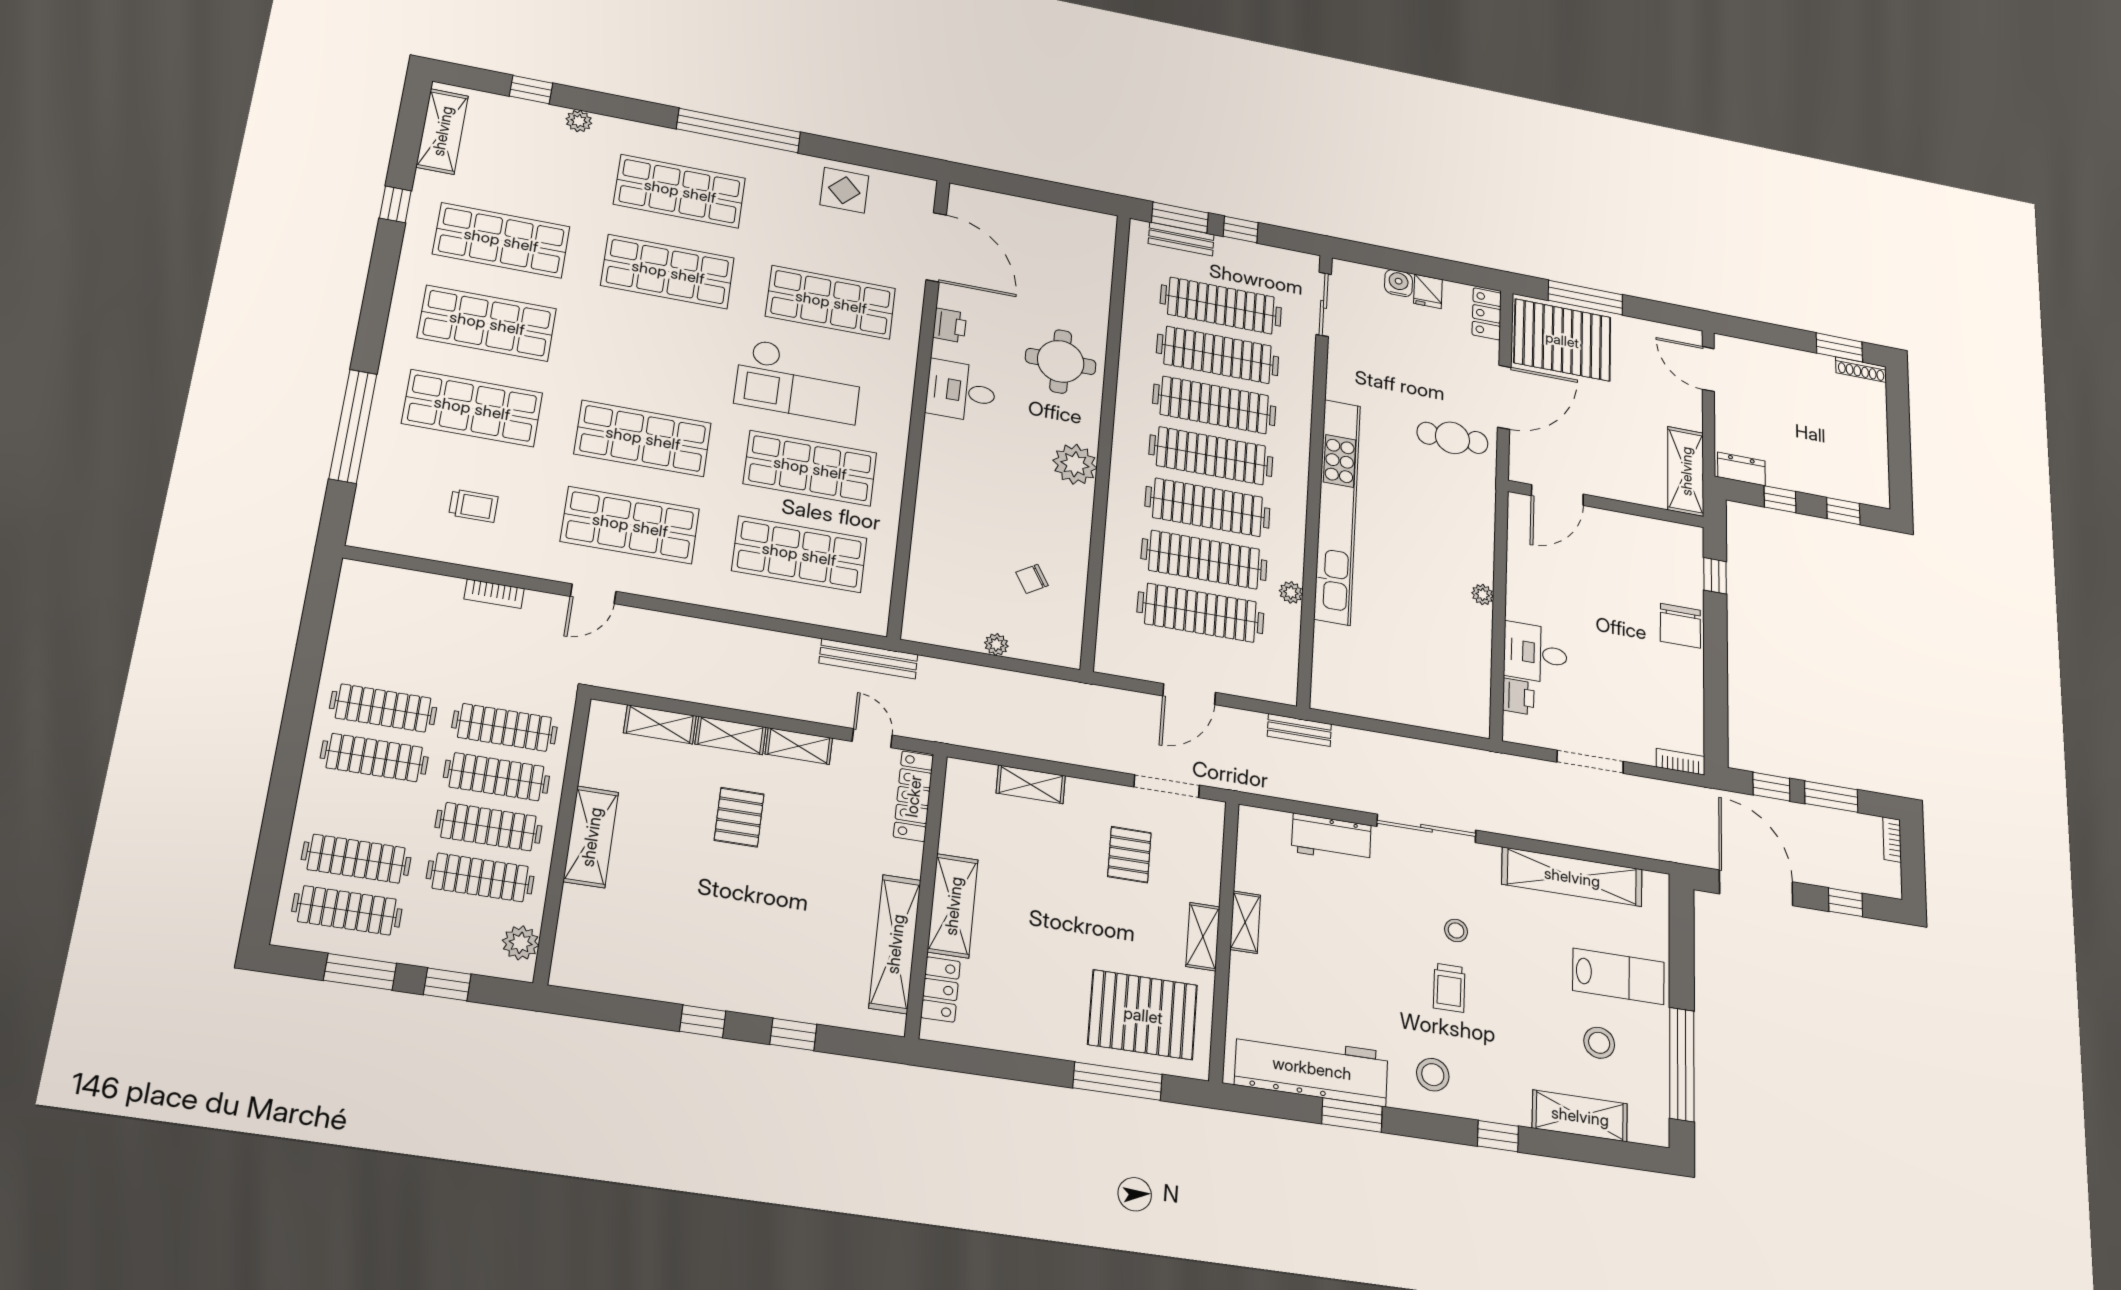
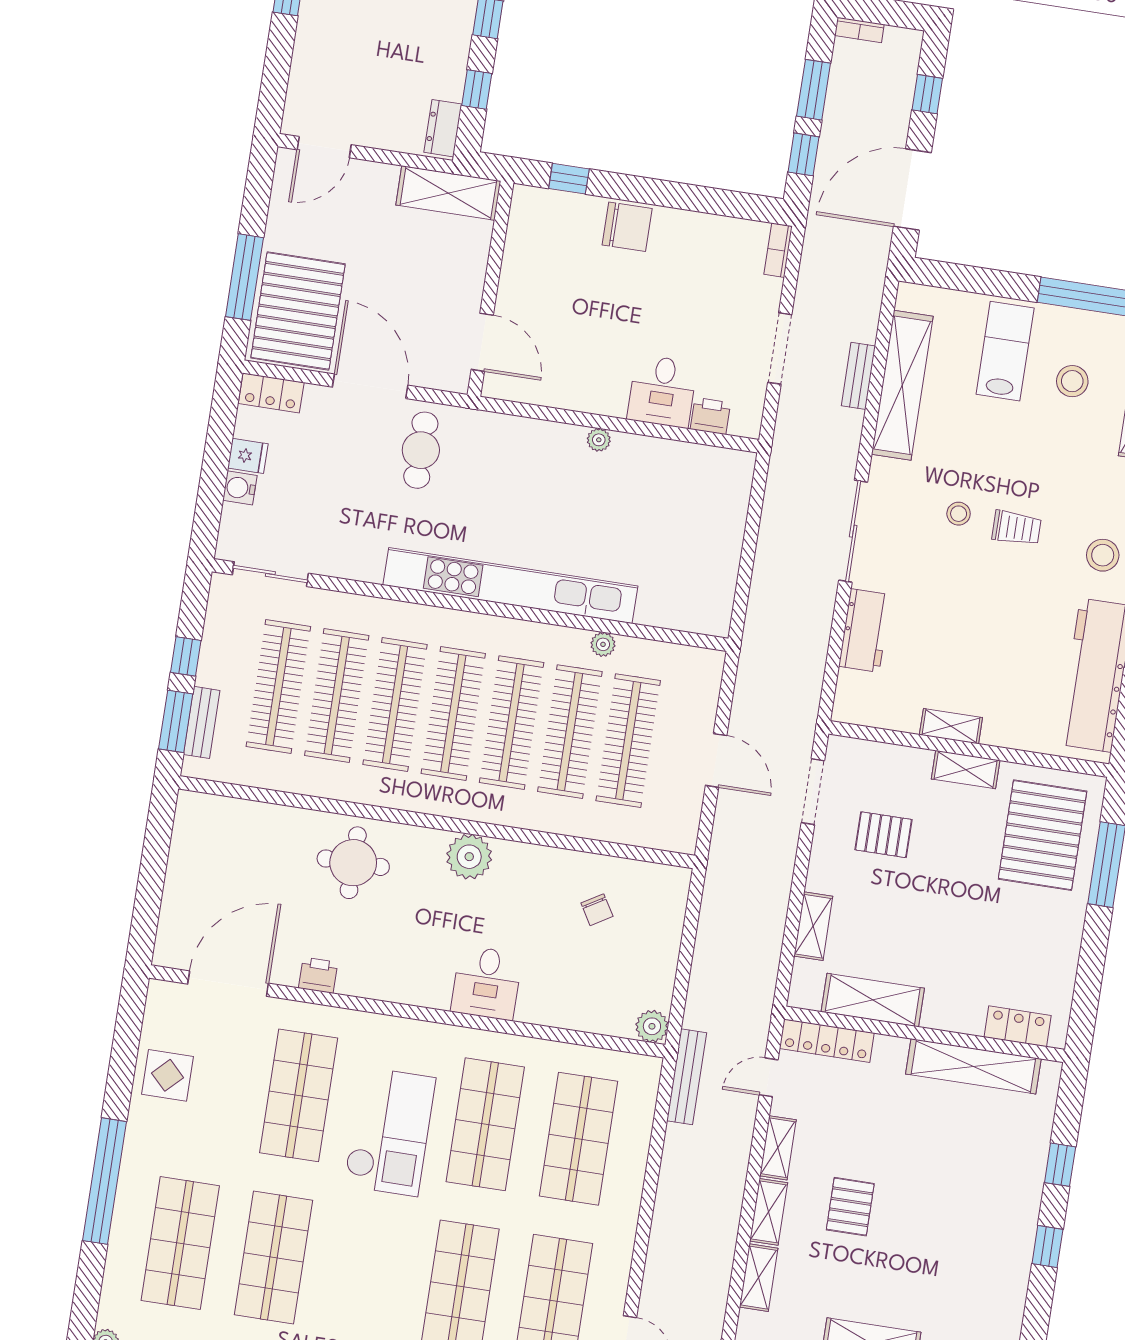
desk: (961, 391) -> (486, 983), moved
plant: (996, 644) -> (652, 1026), moved, width x1.38, depth x1.38
bench: (1299, 730) -> (858, 376), moved
pallet: (739, 817) -> (850, 1207), turned 90
shelving: (953, 906) -> (873, 1000), moved

